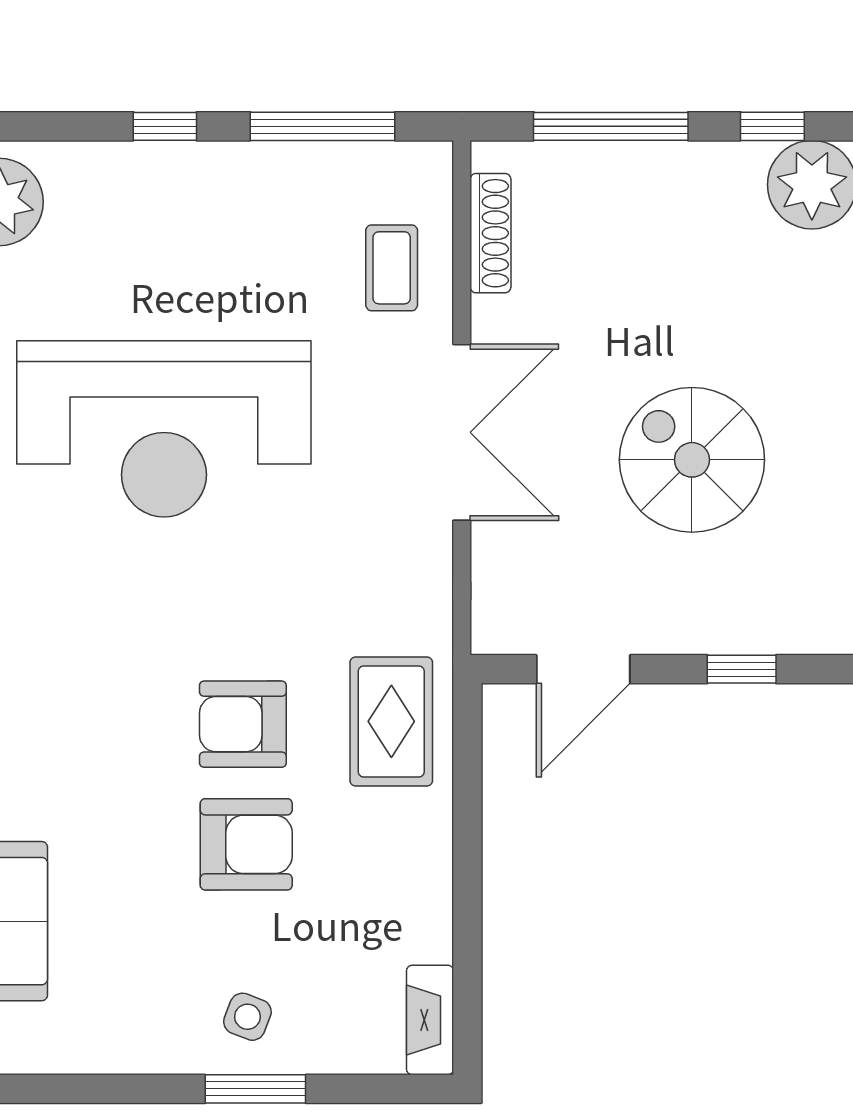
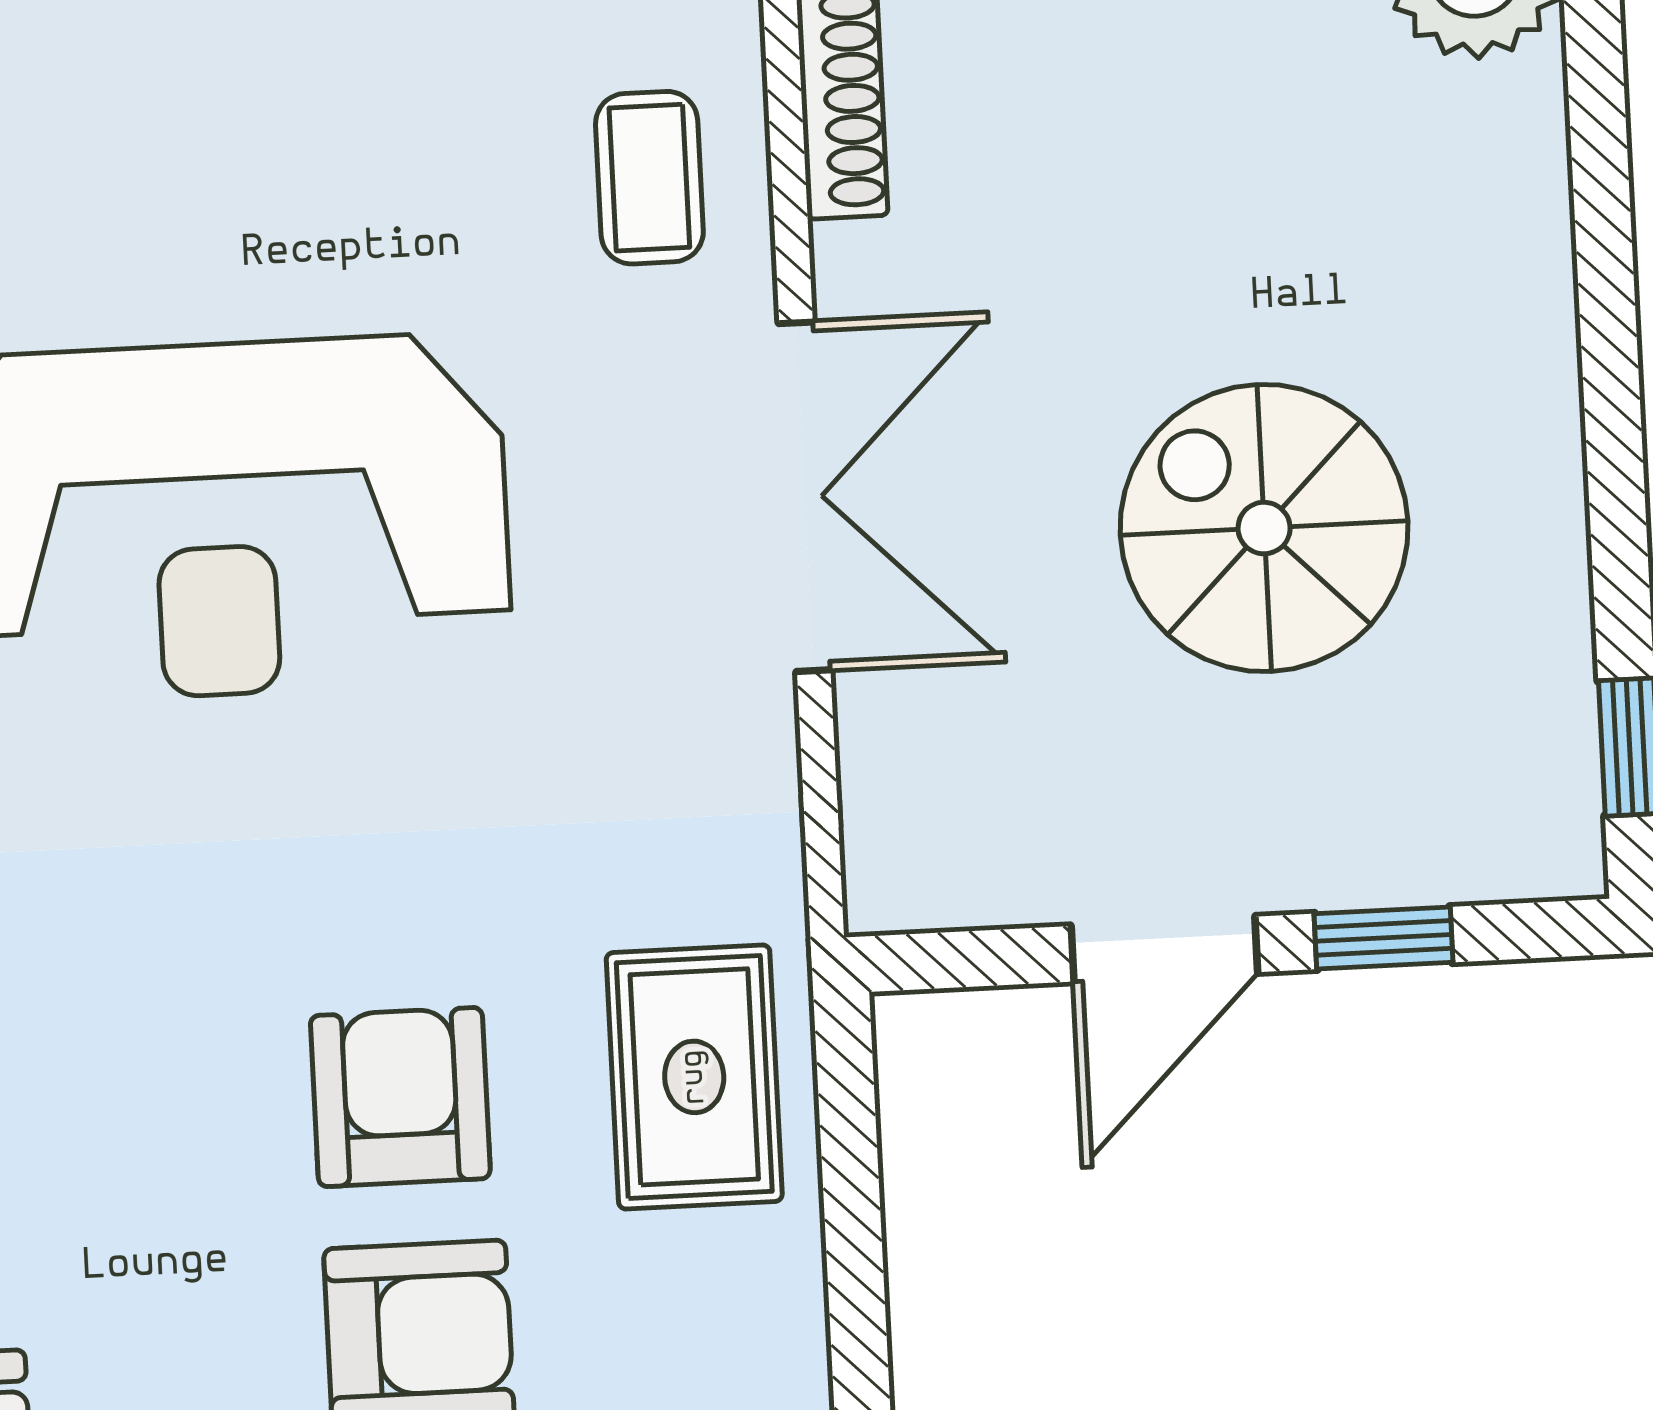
door: (583, 669) -> (1164, 949), moved
armchair: (243, 724) -> (400, 1097), turned 90

